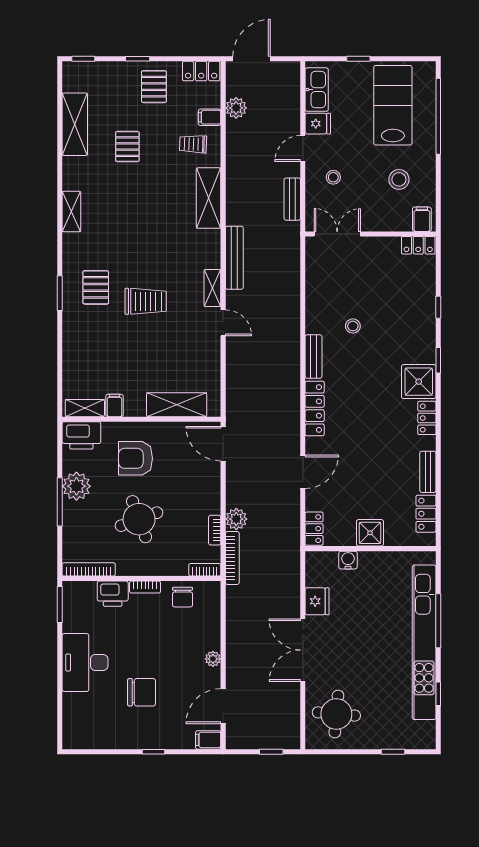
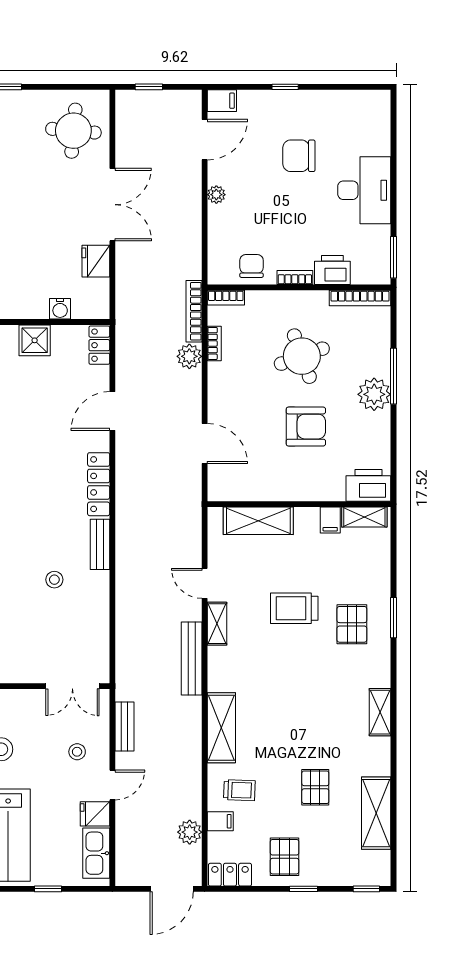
filing cabinet: (115, 405) -> (330, 520), moved
shelving: (177, 405) -> (258, 521), moved
shelving: (85, 408) -> (364, 517), moved
wall: (141, 419) -> (299, 504), moved
printer: (81, 435) -> (368, 485), moved

